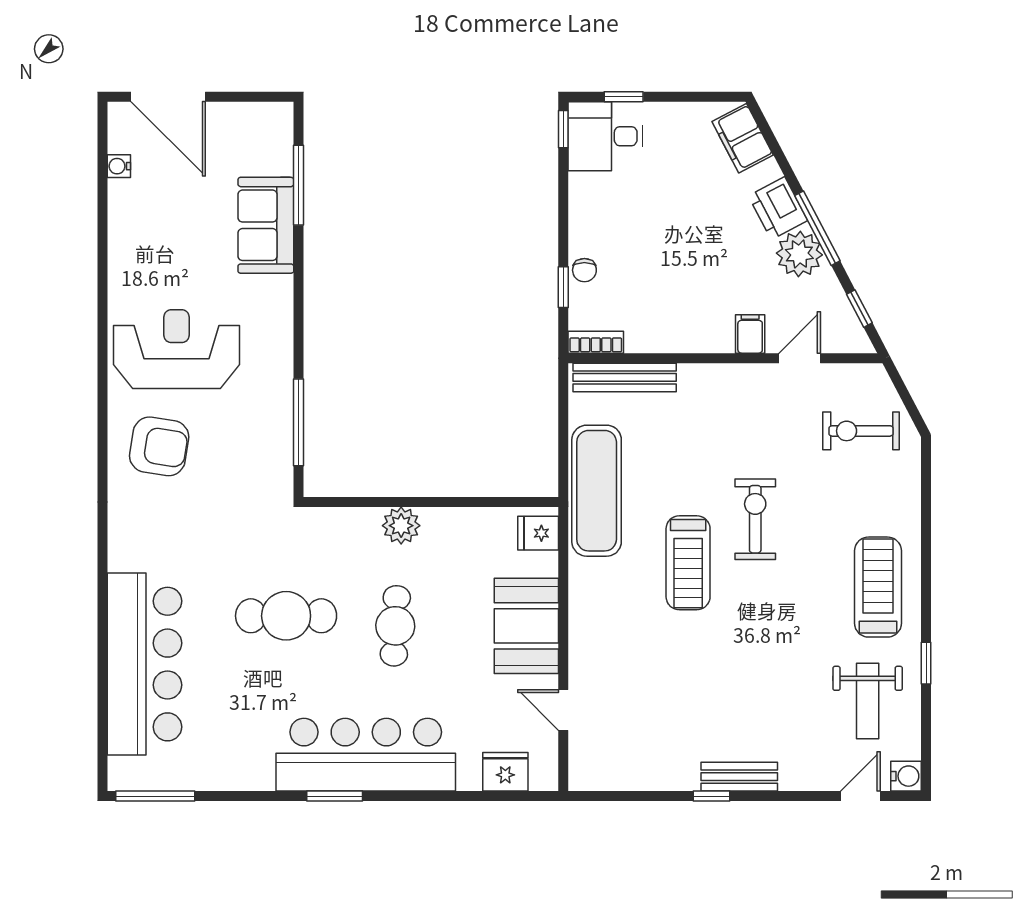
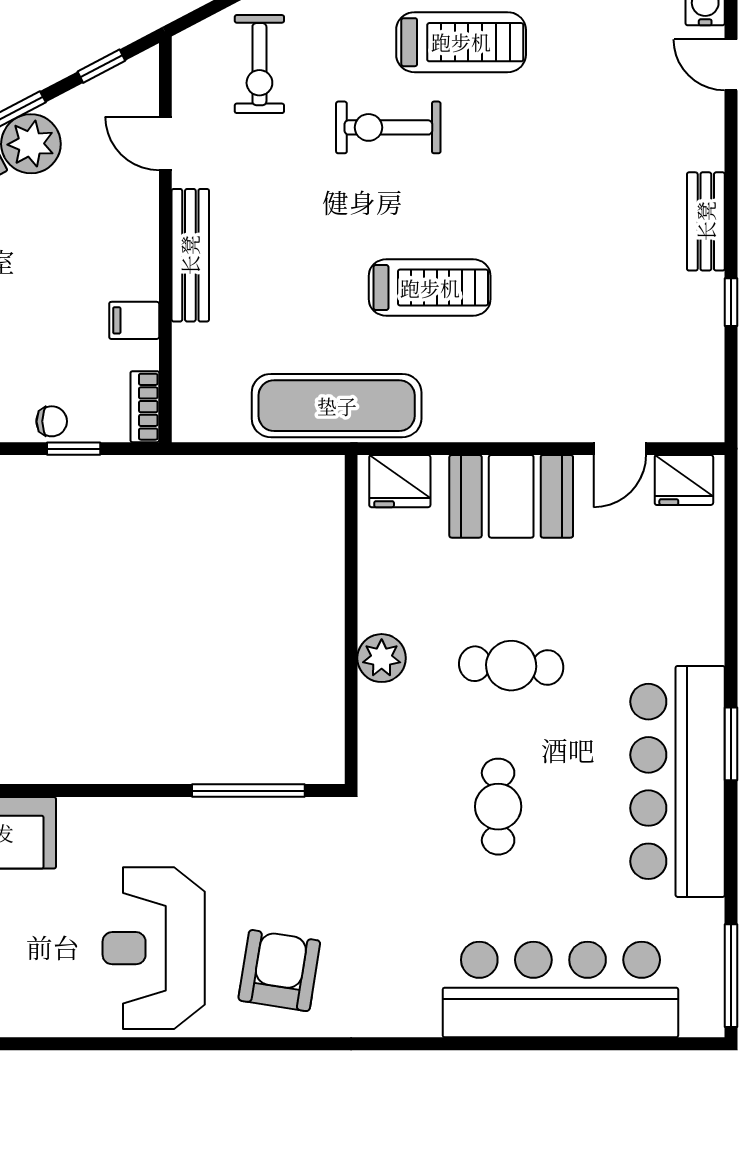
filing cabinet: (750, 334) -> (134, 320), moved
bench: (625, 377) -> (190, 255), moved
exercise bike: (755, 519) -> (388, 127), moved
fridge: (538, 533) -> (400, 481), width x1.38
treadmill: (878, 587) -> (461, 42), turned 180
cafe table: (286, 616) -> (498, 807), width x0.73, depth x0.74
weight bench: (868, 701) -> (608, 56), removed
bar counter: (366, 755) -> (678, 781), moved
fridge: (505, 772) -> (684, 480), moved, turned -90
window: (711, 796) -> (731, 302), moved

